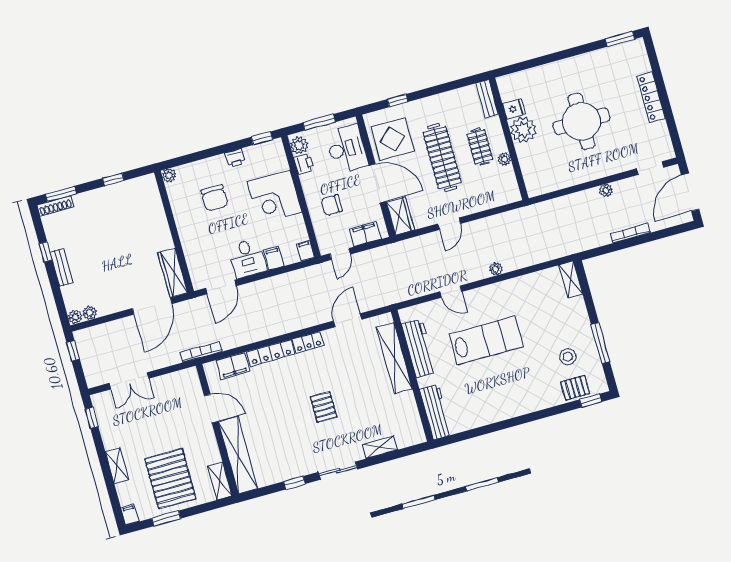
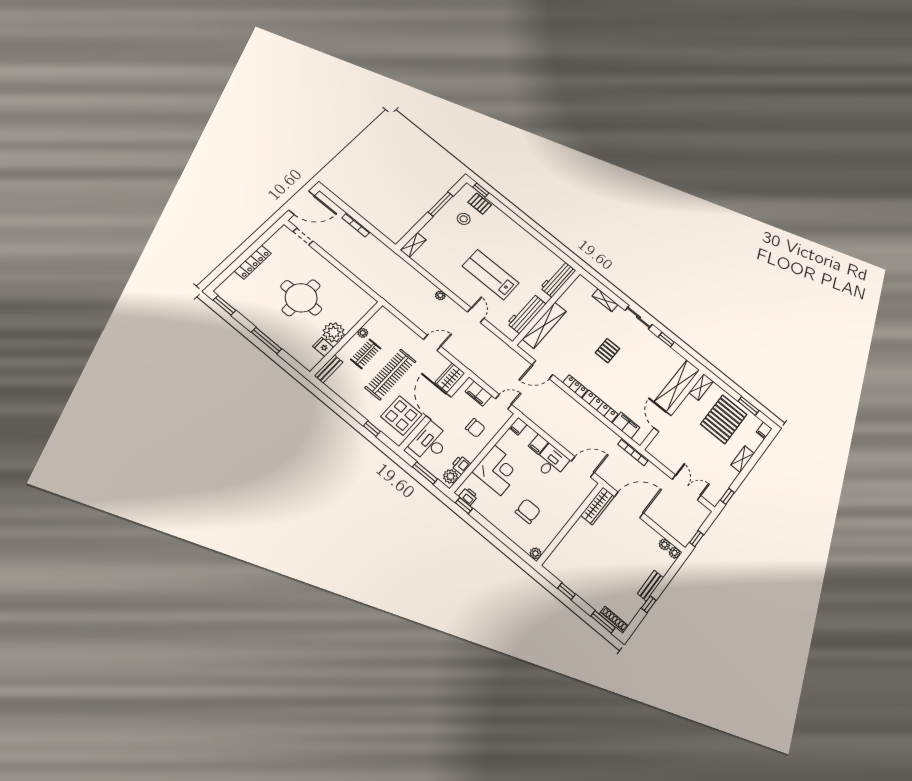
window: (556, 57) -> (266, 340), added
printer: (235, 158) -> (468, 496), moved
plant: (606, 190) -> (338, 256), removed

